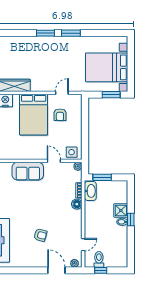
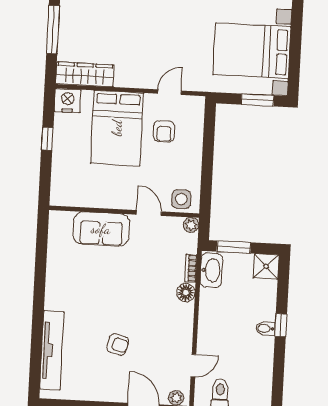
shower: (121, 210) -> (266, 266), moved

